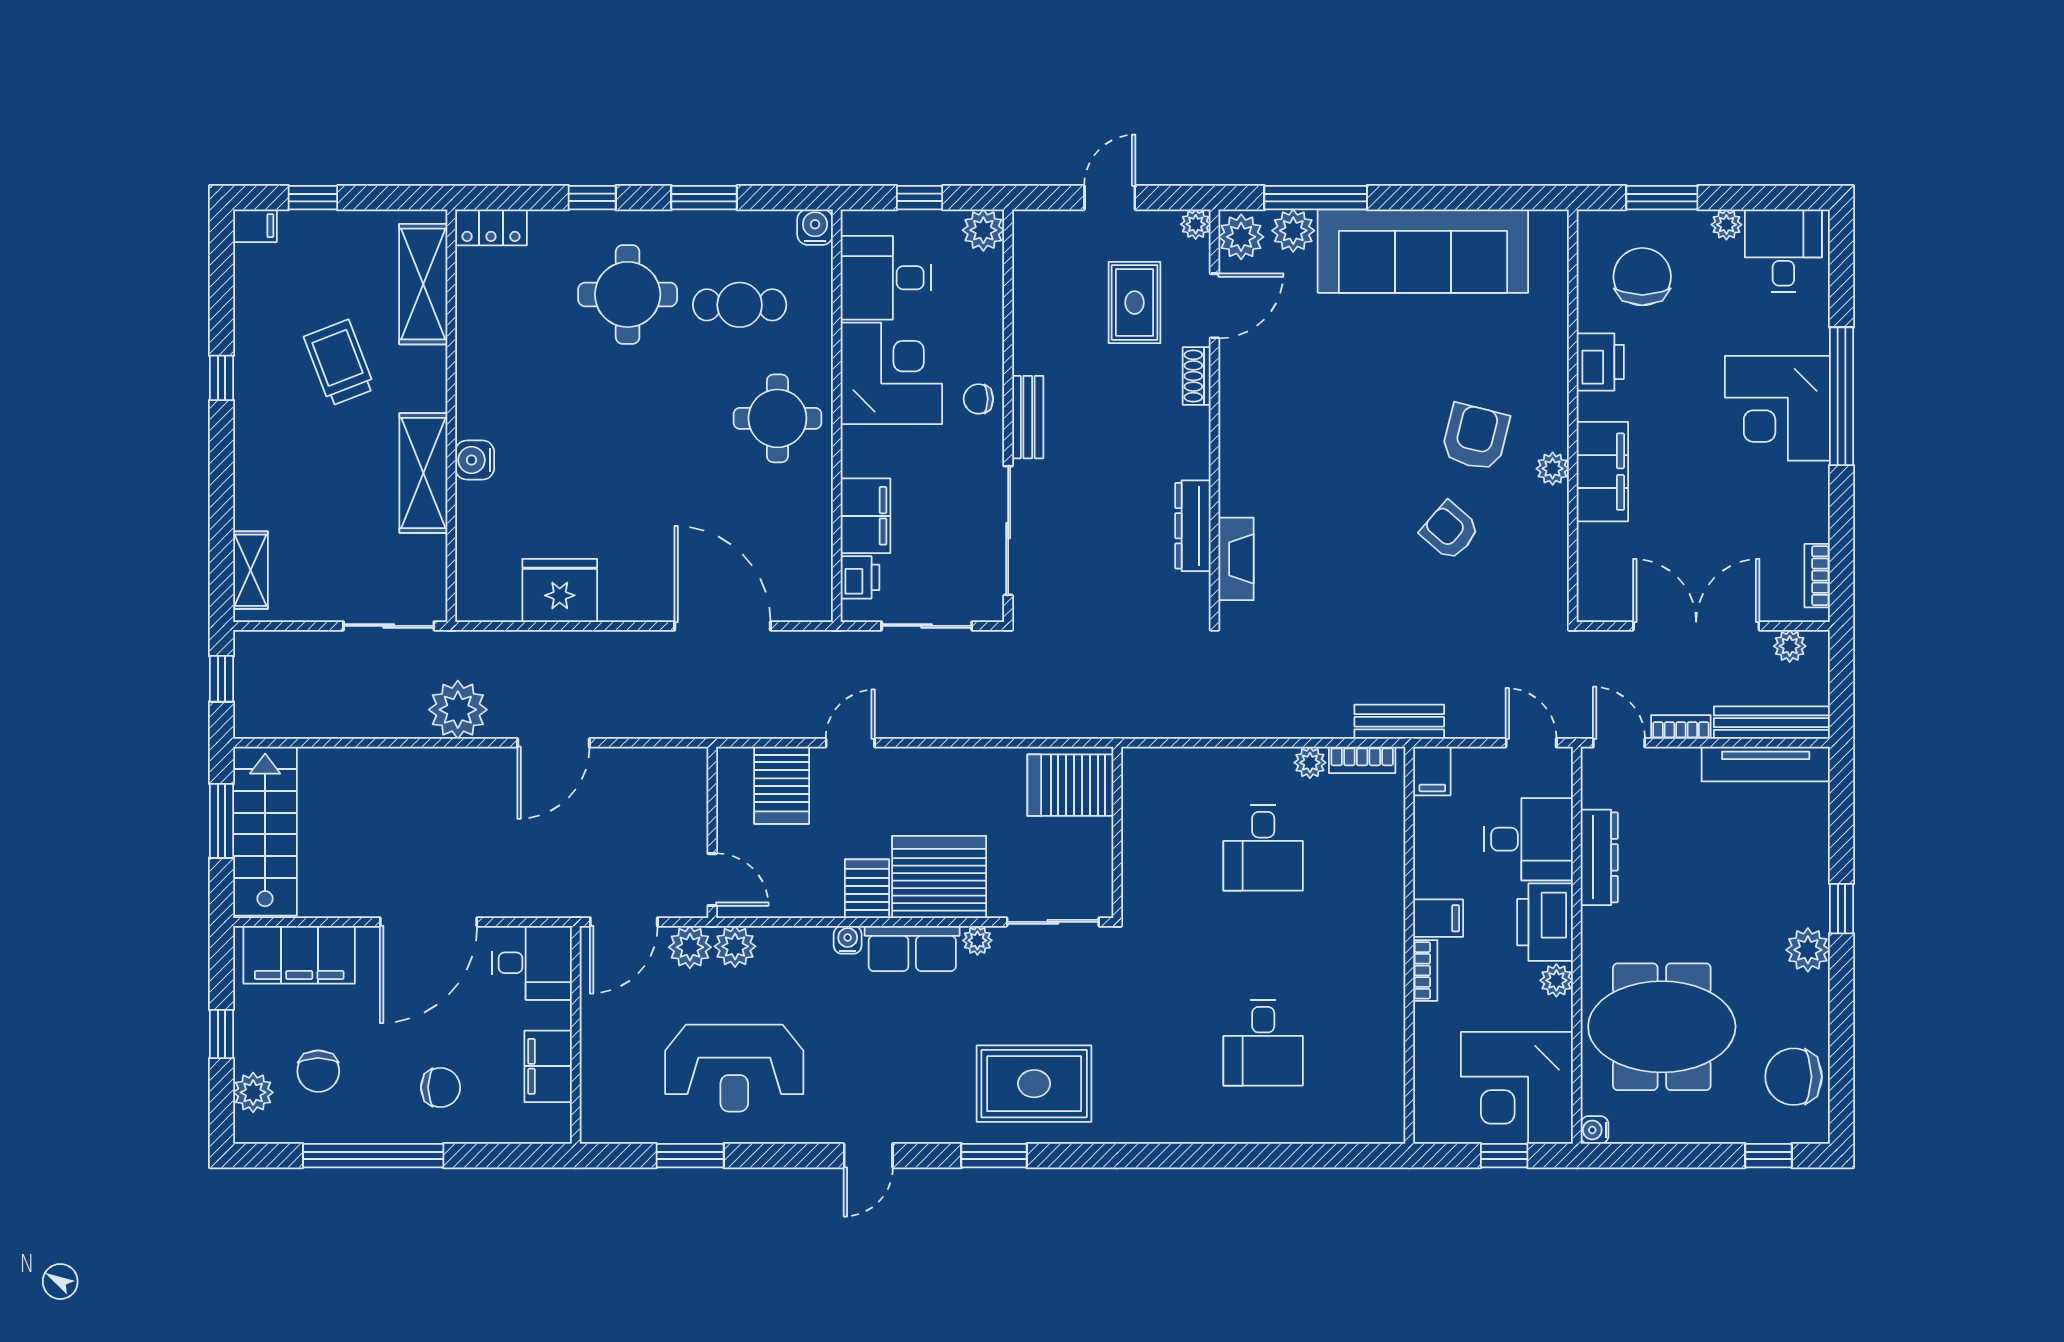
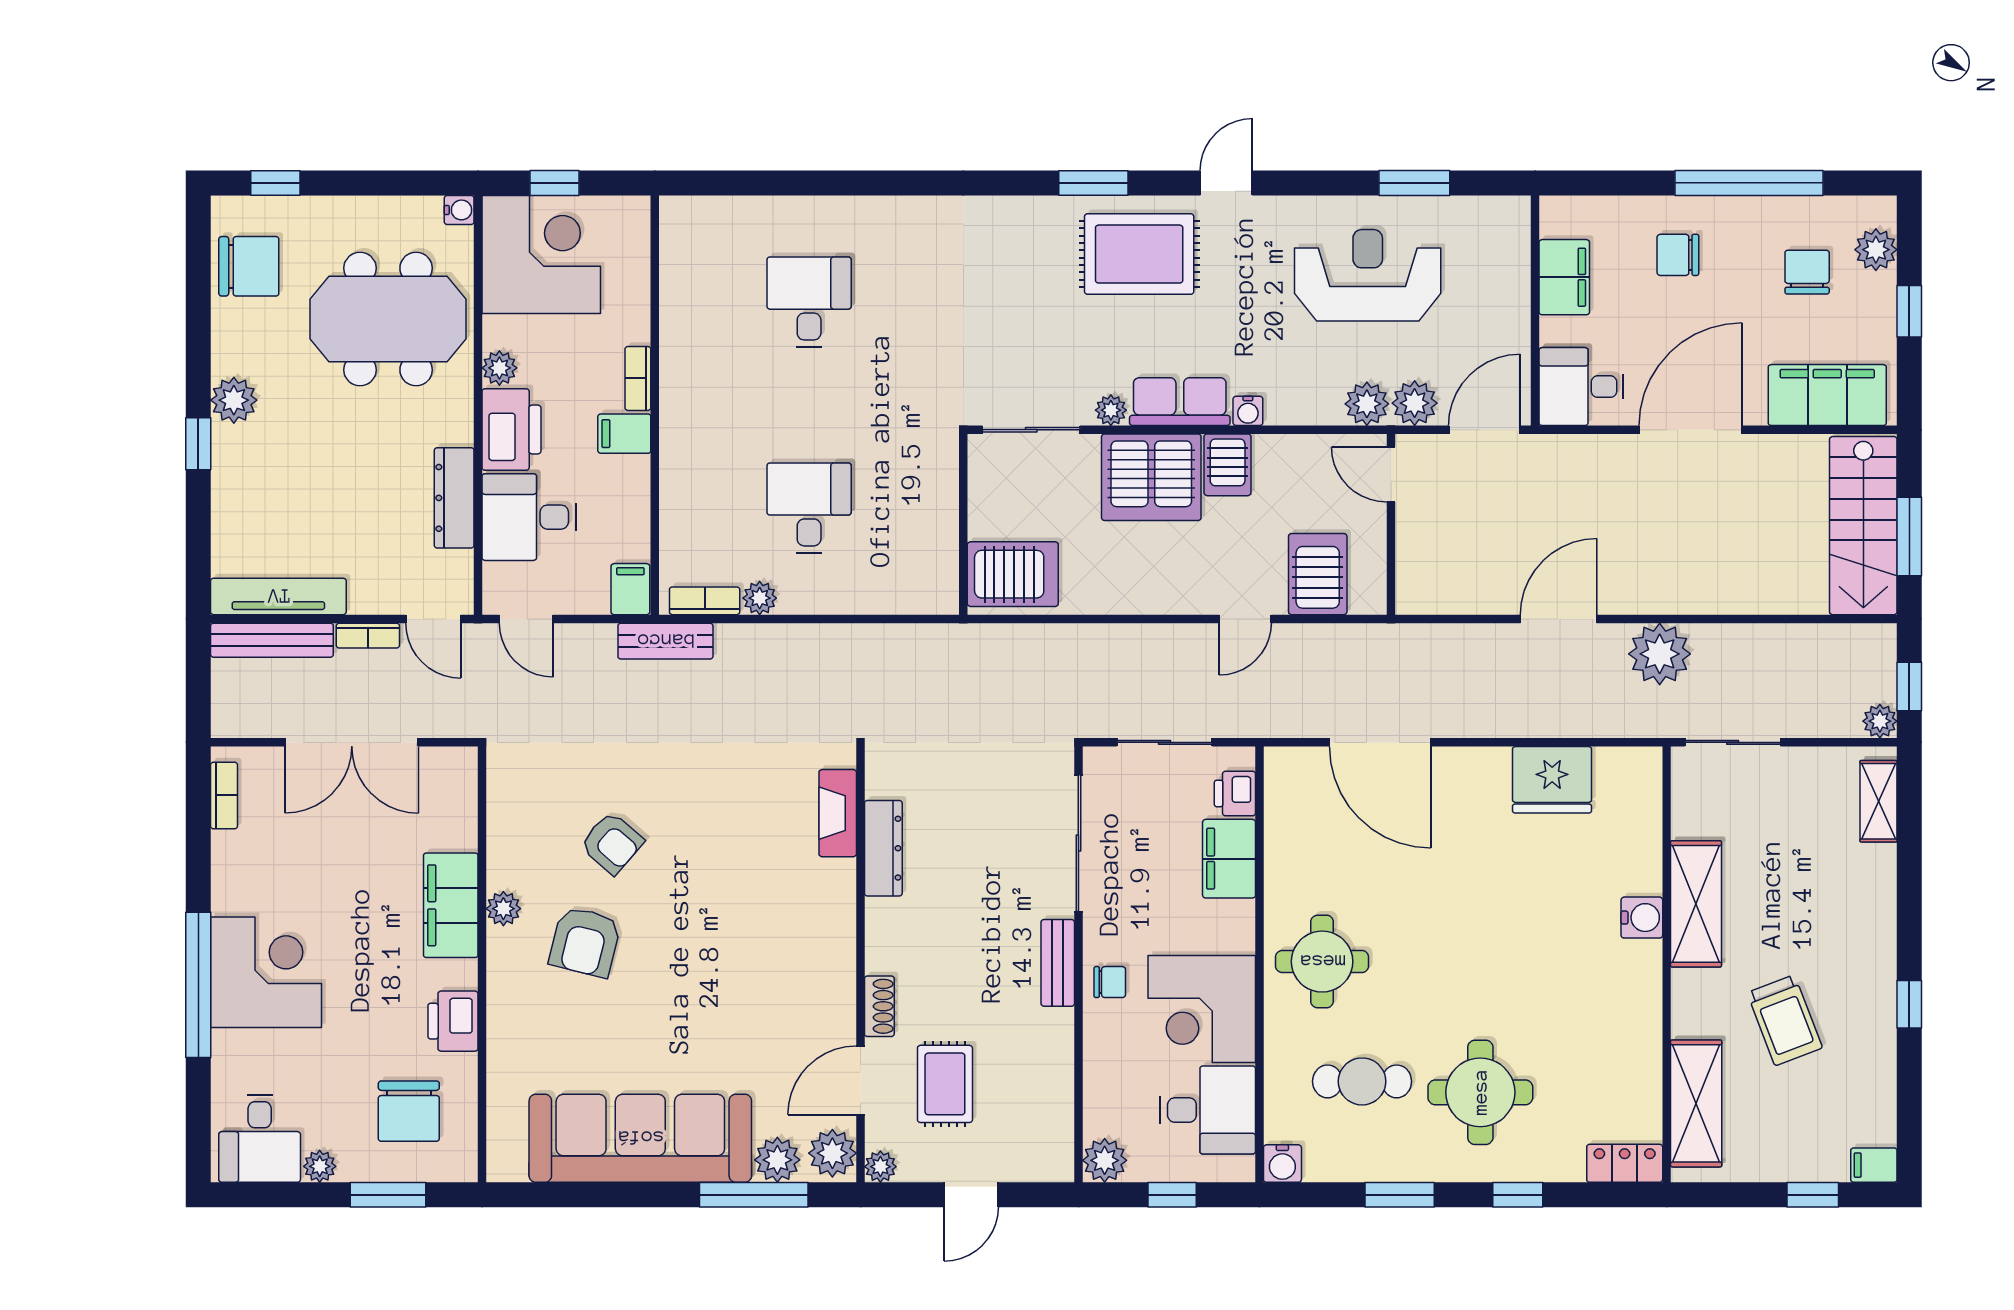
plant: (1790, 646) -> (1880, 721), moved
rug: (1034, 1084) -> (1139, 254), moved

